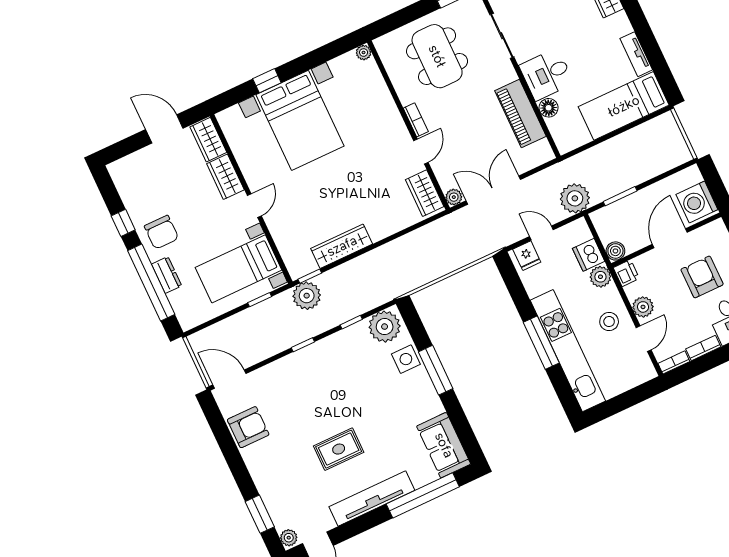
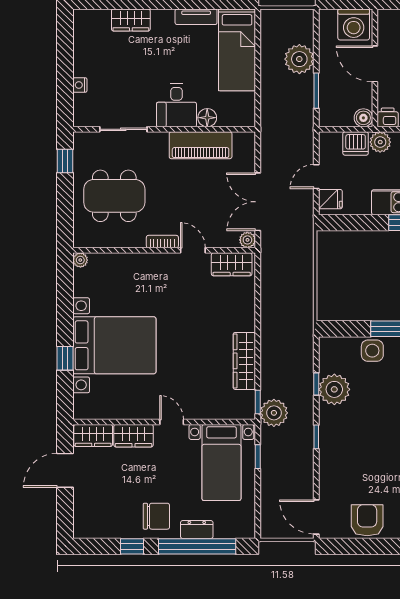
plant: (575, 198) -> (299, 59), moved
plant: (385, 327) -> (334, 389), moved
door: (229, 379) -> (316, 517), hinge flipped

